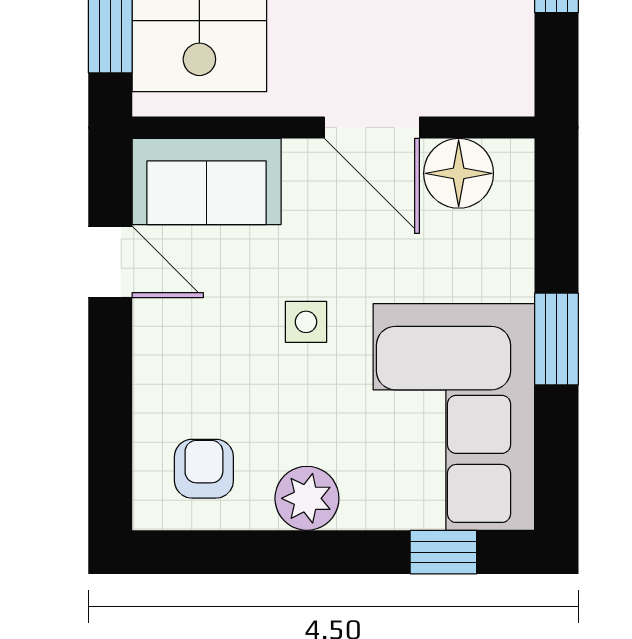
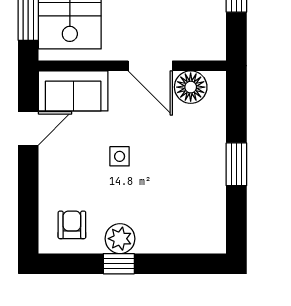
door: (110, 262) -> (28, 128), hinge flipped
corner sofa: (454, 417) -> (189, 201), removed
window: (443, 552) -> (119, 264), moved

